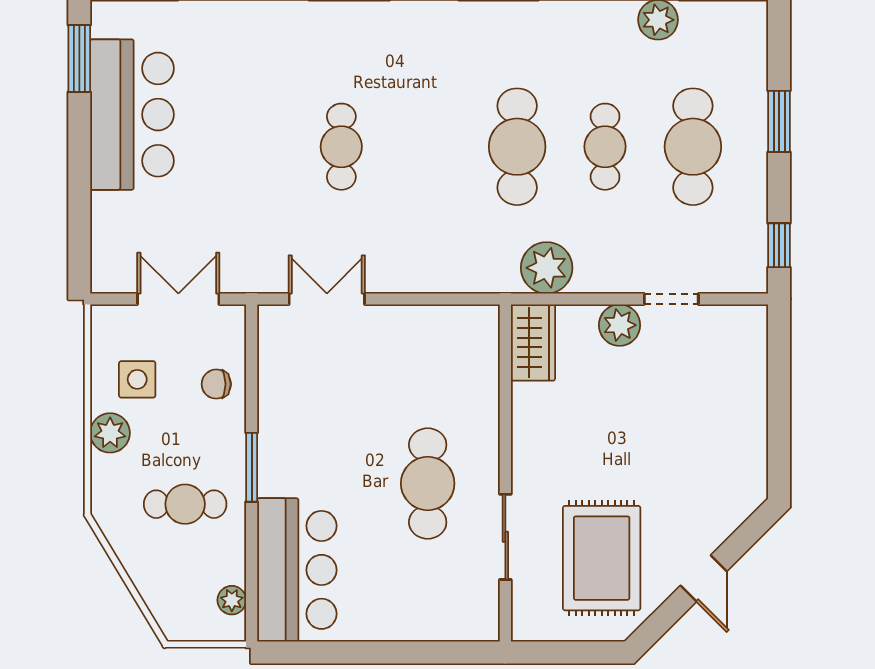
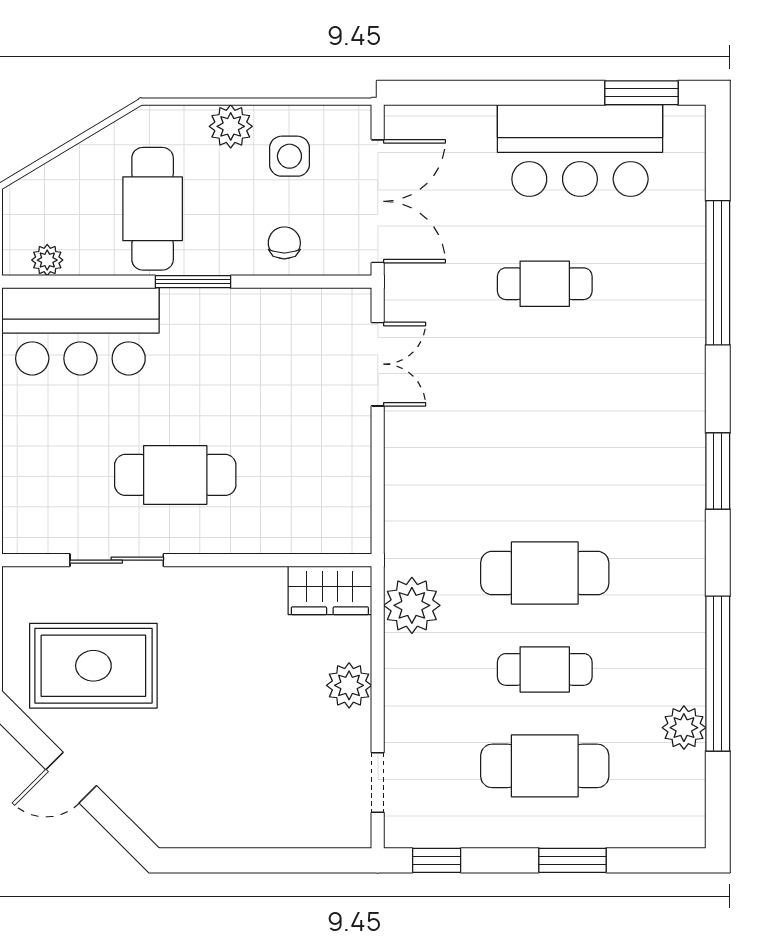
cafe table: (341, 147) -> (545, 284), moved
double door: (178, 299) -> (378, 201), width x1.37
doorway: (671, 299) -> (378, 783), moved
cafe table: (185, 504) -> (153, 209), width x1.37, depth x1.35

